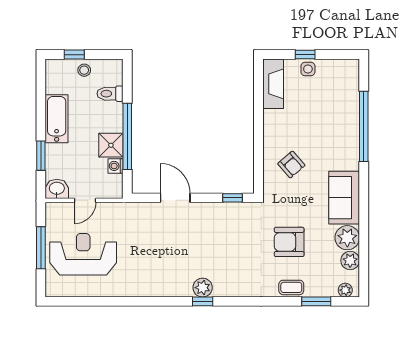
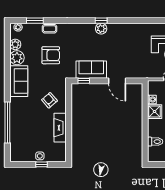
fireplace: (273, 84) -> (60, 128), moved
window: (127, 136) -> (145, 117), removed
sofa: (220, 217) -> (91, 70), added

